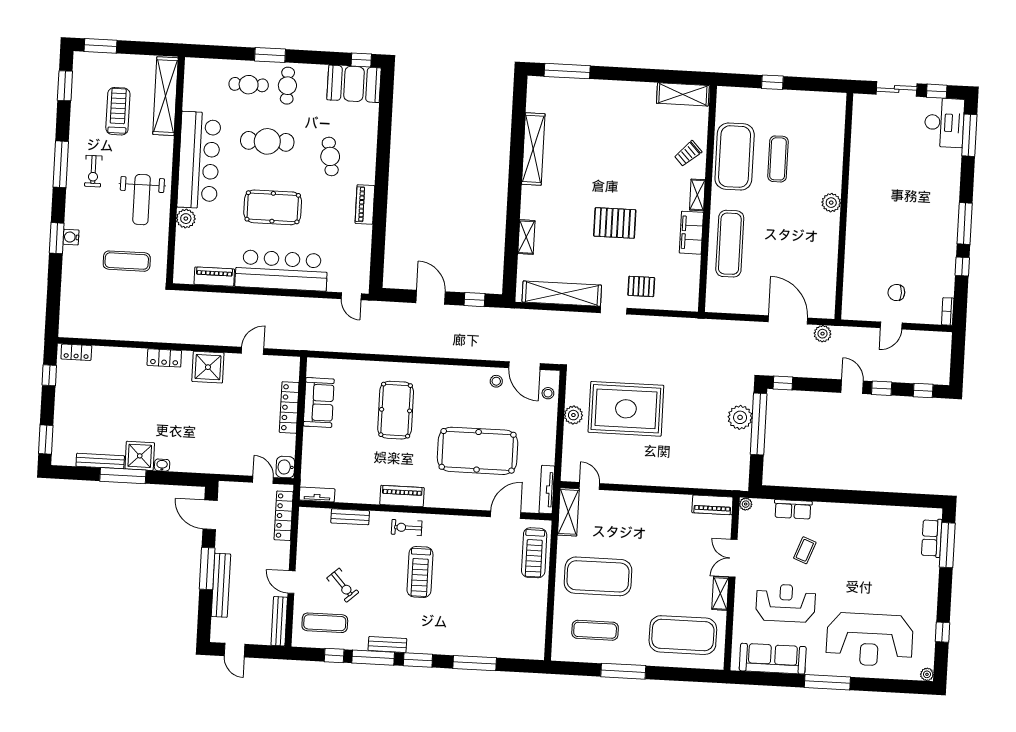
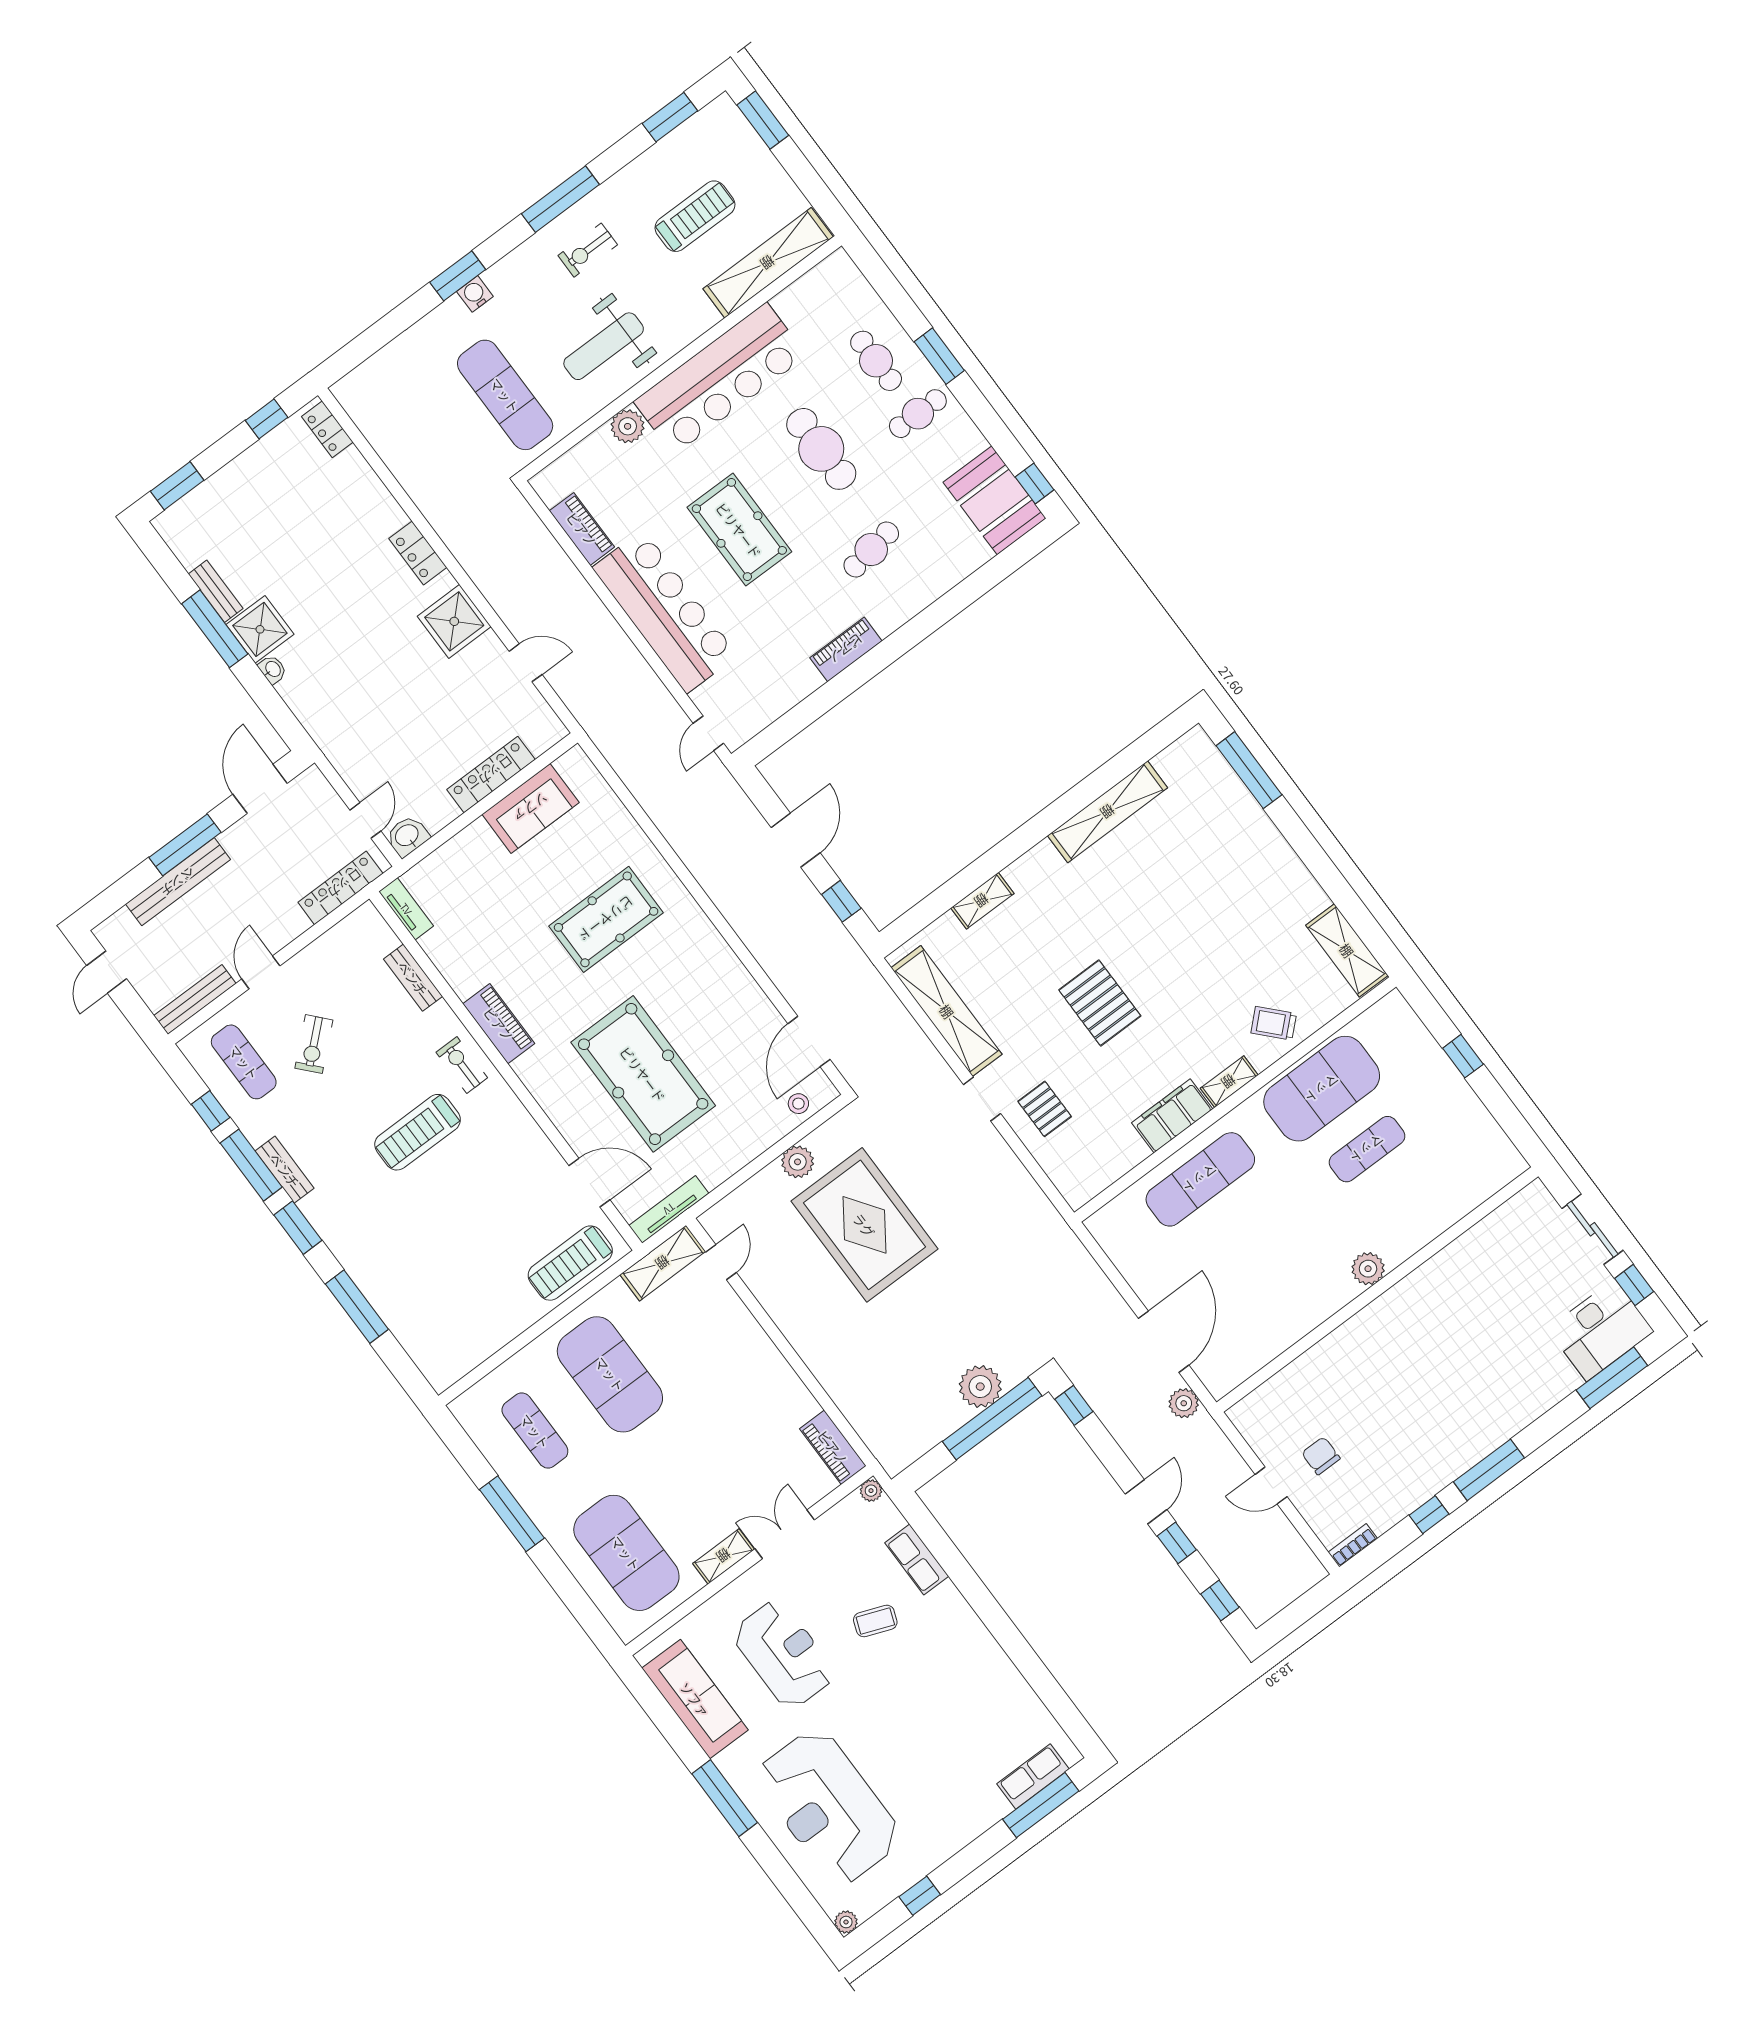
exercise mat: (127, 261) -> (505, 395), width x1.36, depth x1.45
stool: (496, 381) -> (757, 1021), removed
bench: (100, 461) -> (216, 591), width x0.73

